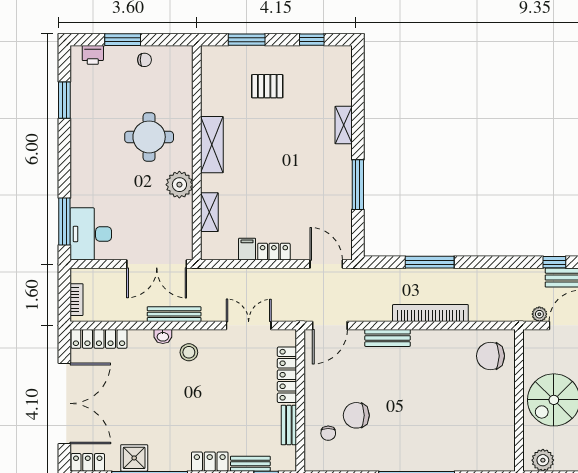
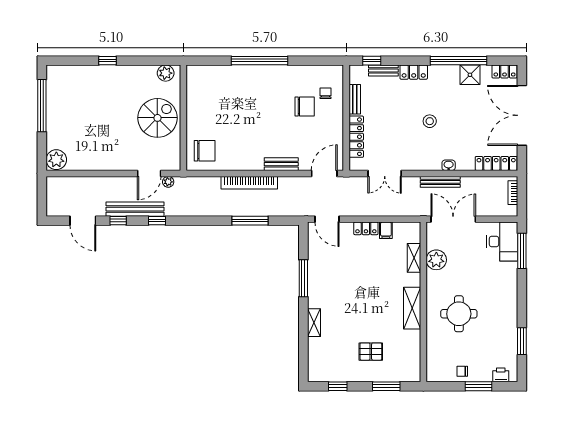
plant: (179, 185) -> (436, 260), moved
stool: (189, 352) -> (430, 121), moved

